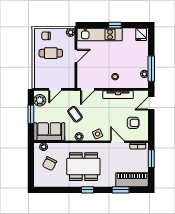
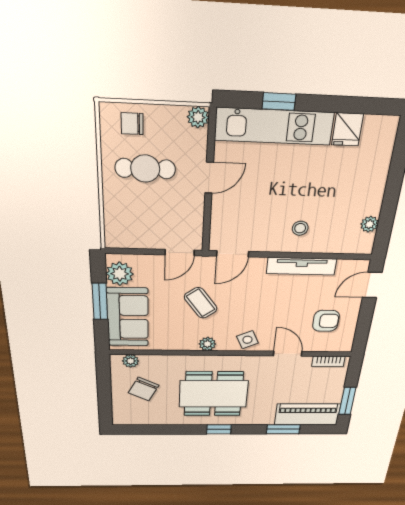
window: (115, 25) -> (279, 102), moved
fridge: (141, 34) -> (347, 129), moved
window: (151, 69) -> (388, 213), removed
door: (55, 89) -> (180, 252), moved
sofa: (49, 132) -> (128, 317), moved, turned 90
window: (151, 159) -> (347, 401), moved

